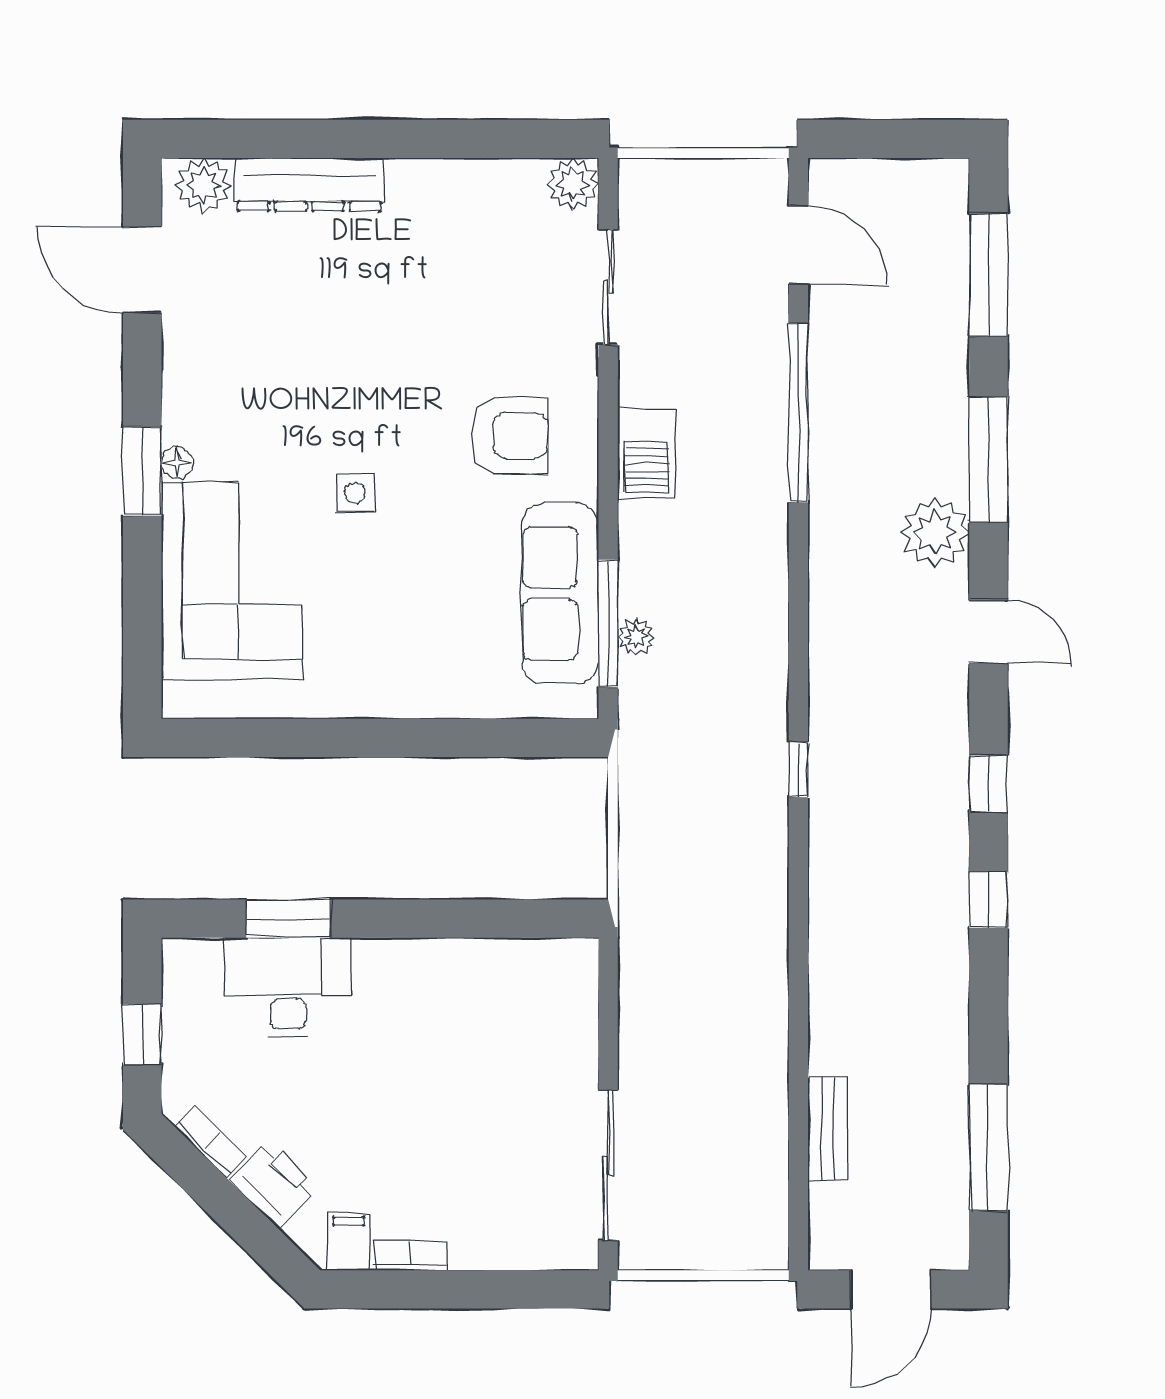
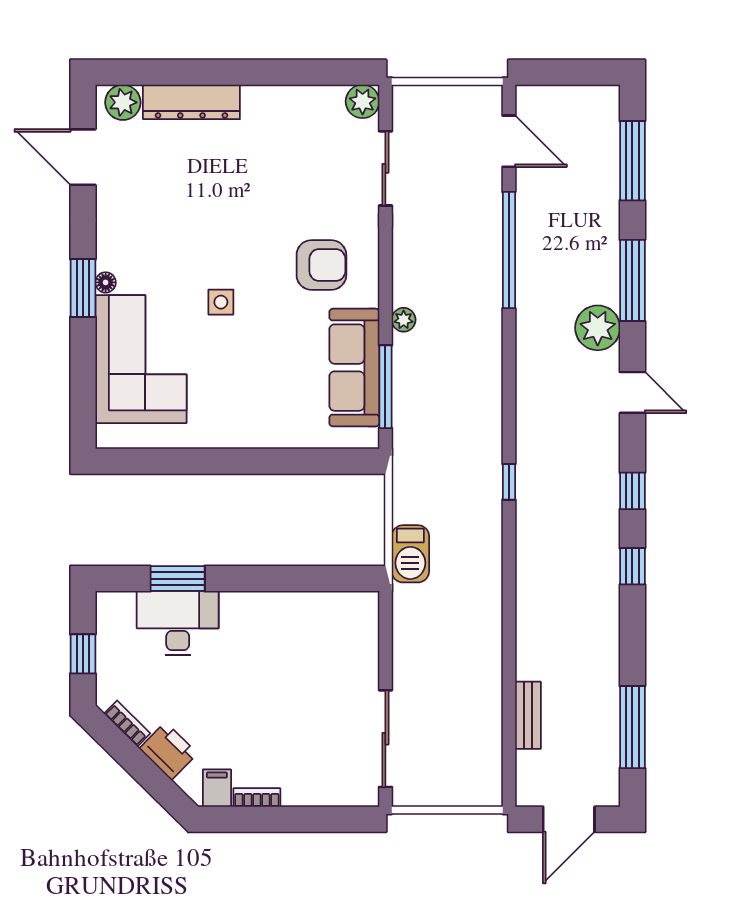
barbecue: (646, 454) -> (410, 554), moved
plant: (636, 637) -> (404, 320), moved

